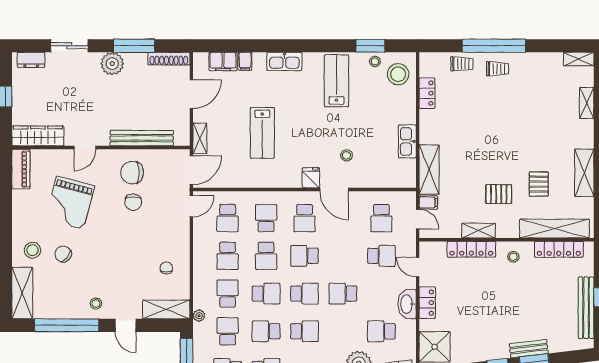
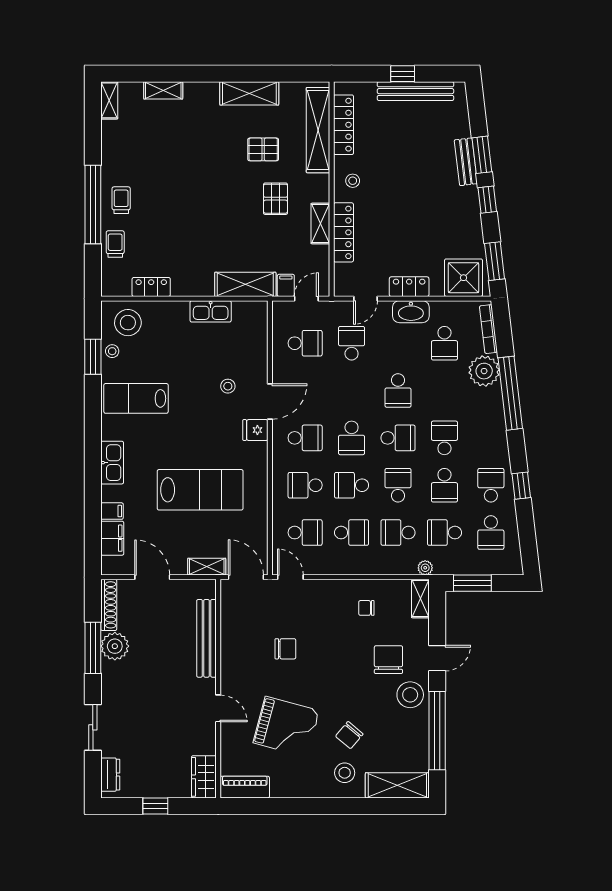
plant: (112, 64) -> (115, 646), moved
lab bench: (262, 133) -> (200, 490), width x1.36, depth x1.39
wardrobe: (38, 136) -> (204, 777), width x0.67
chair: (132, 173) -> (388, 660), moved, turned 180
school desk: (266, 256) -> (352, 485), turned 180
school desk: (304, 294) -> (398, 438), turned 90
stool: (96, 303) -> (410, 695), width x1.89, depth x1.89
shelving: (166, 309) -> (420, 599), width x0.67, depth x0.75

